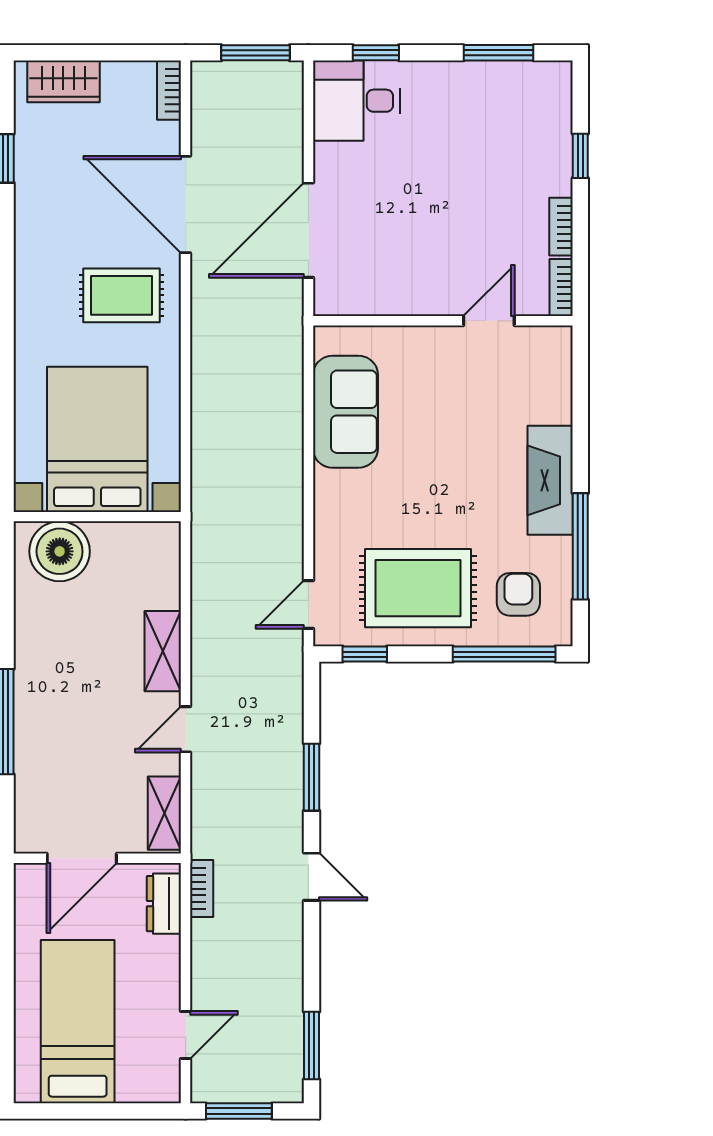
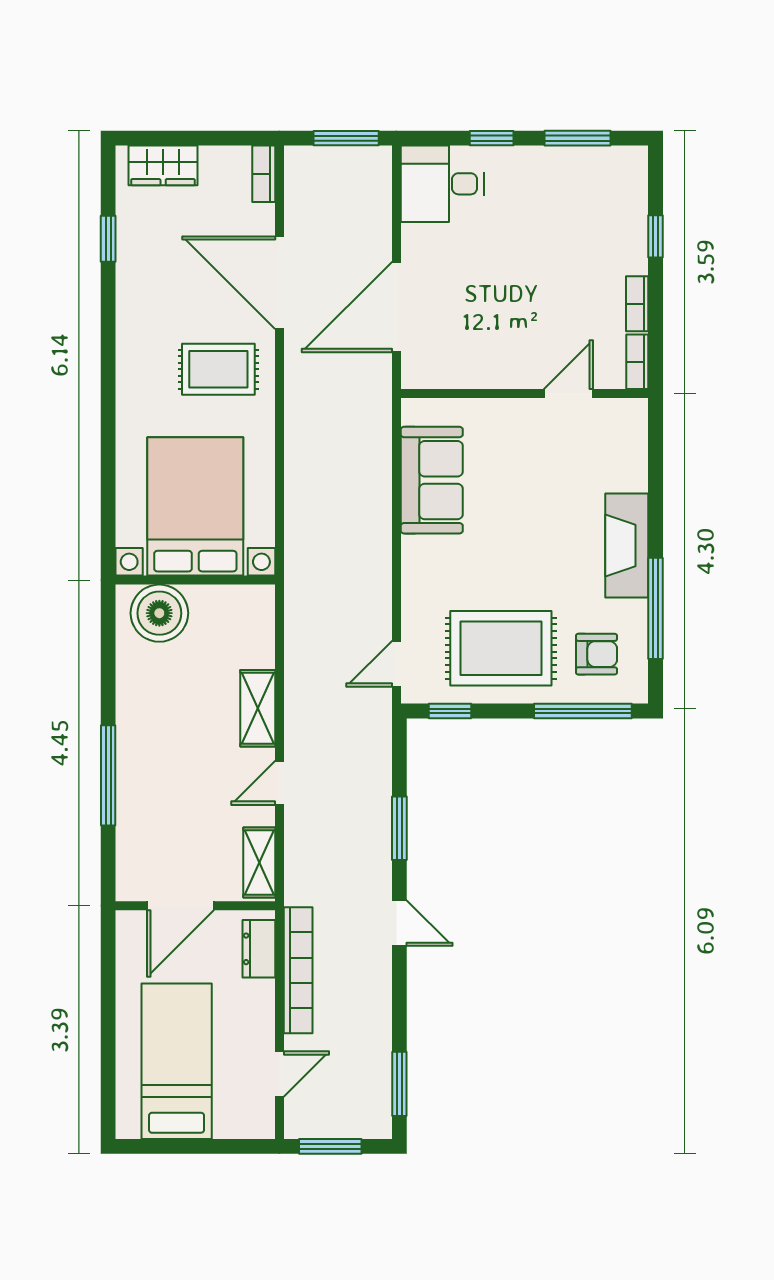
window: (376, 53) -> (492, 138), moved
armchair: (518, 594) -> (597, 654), turned 90
bookcase: (202, 889) -> (298, 970), width x2.31, depth x1.31

